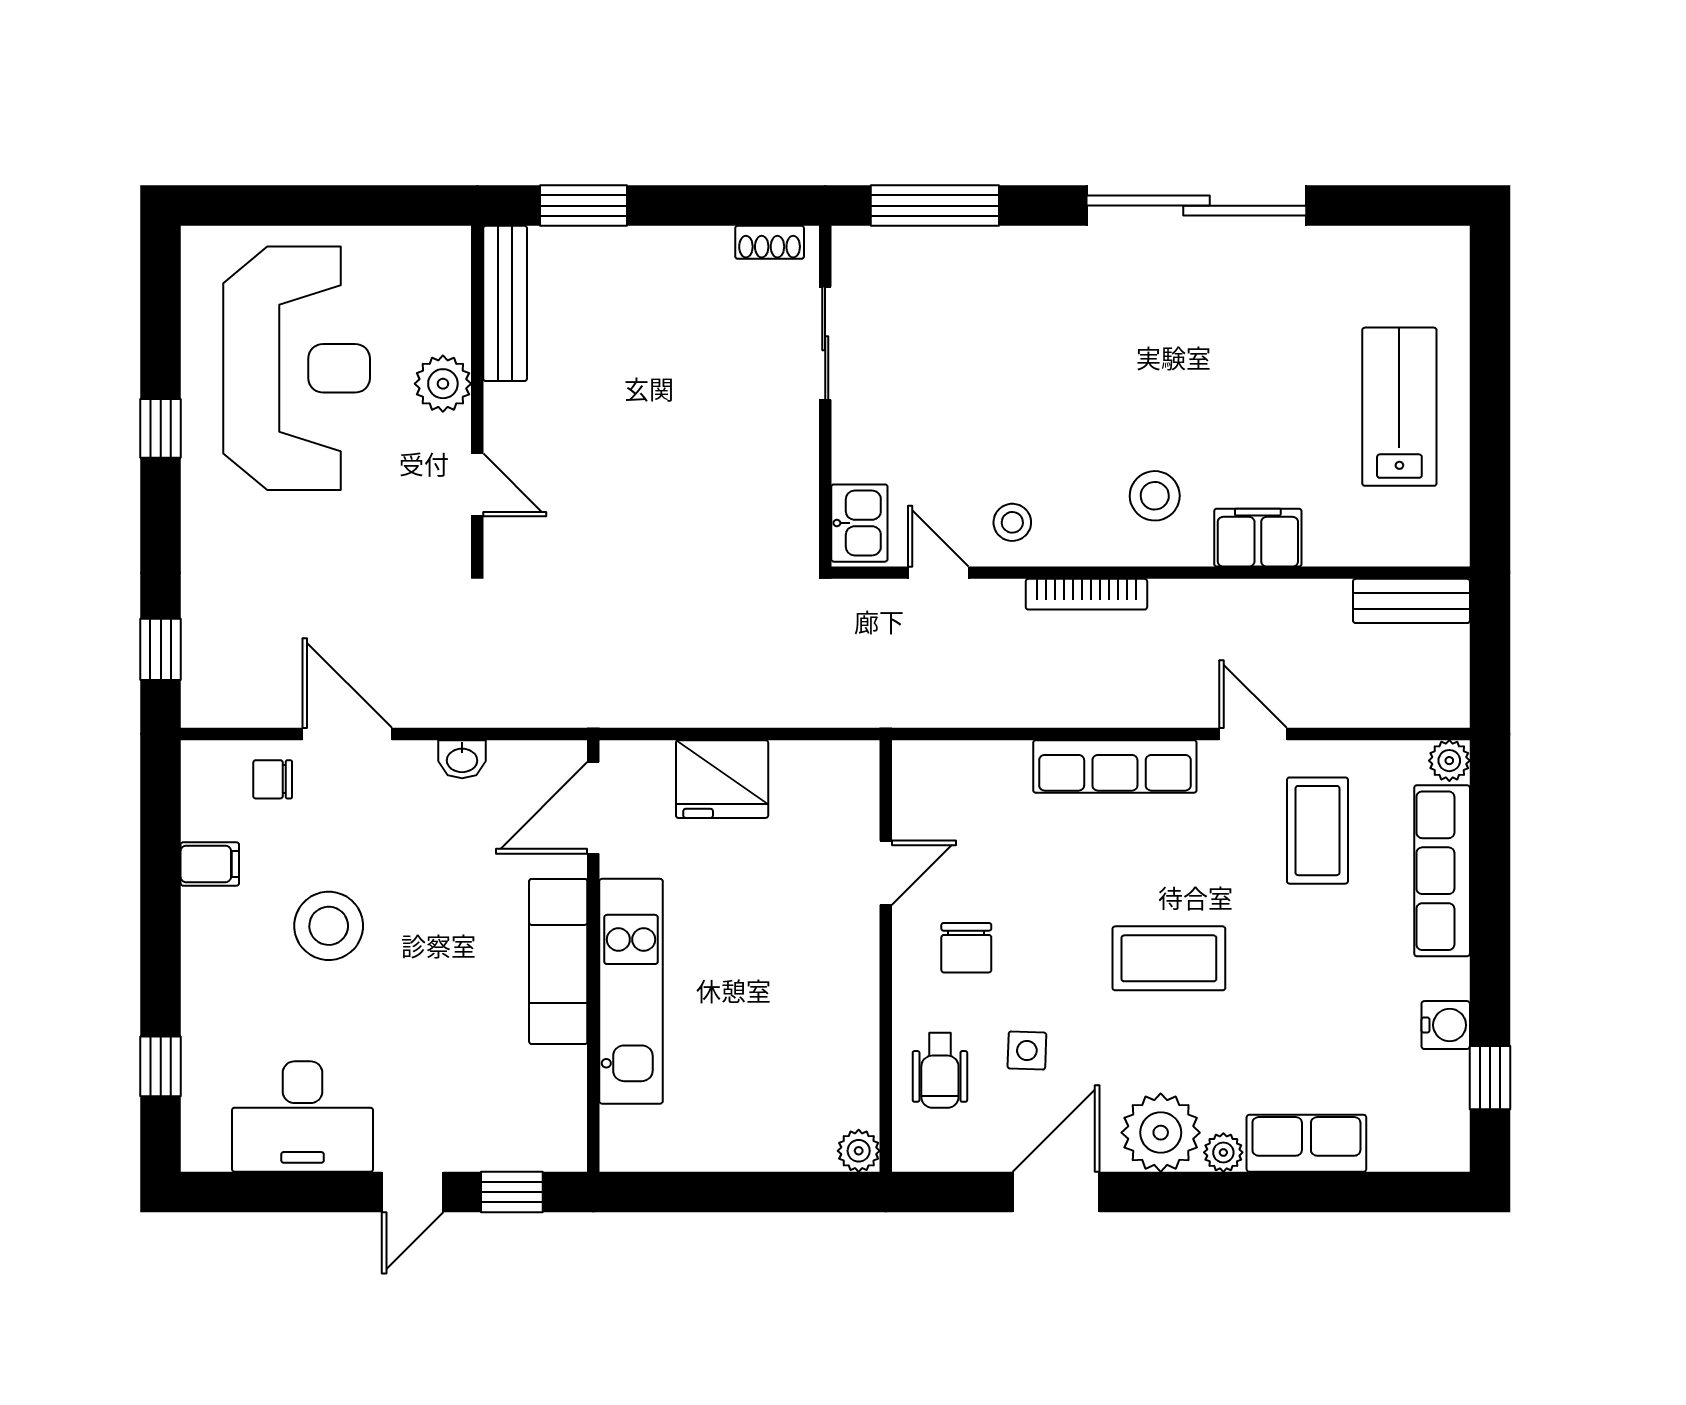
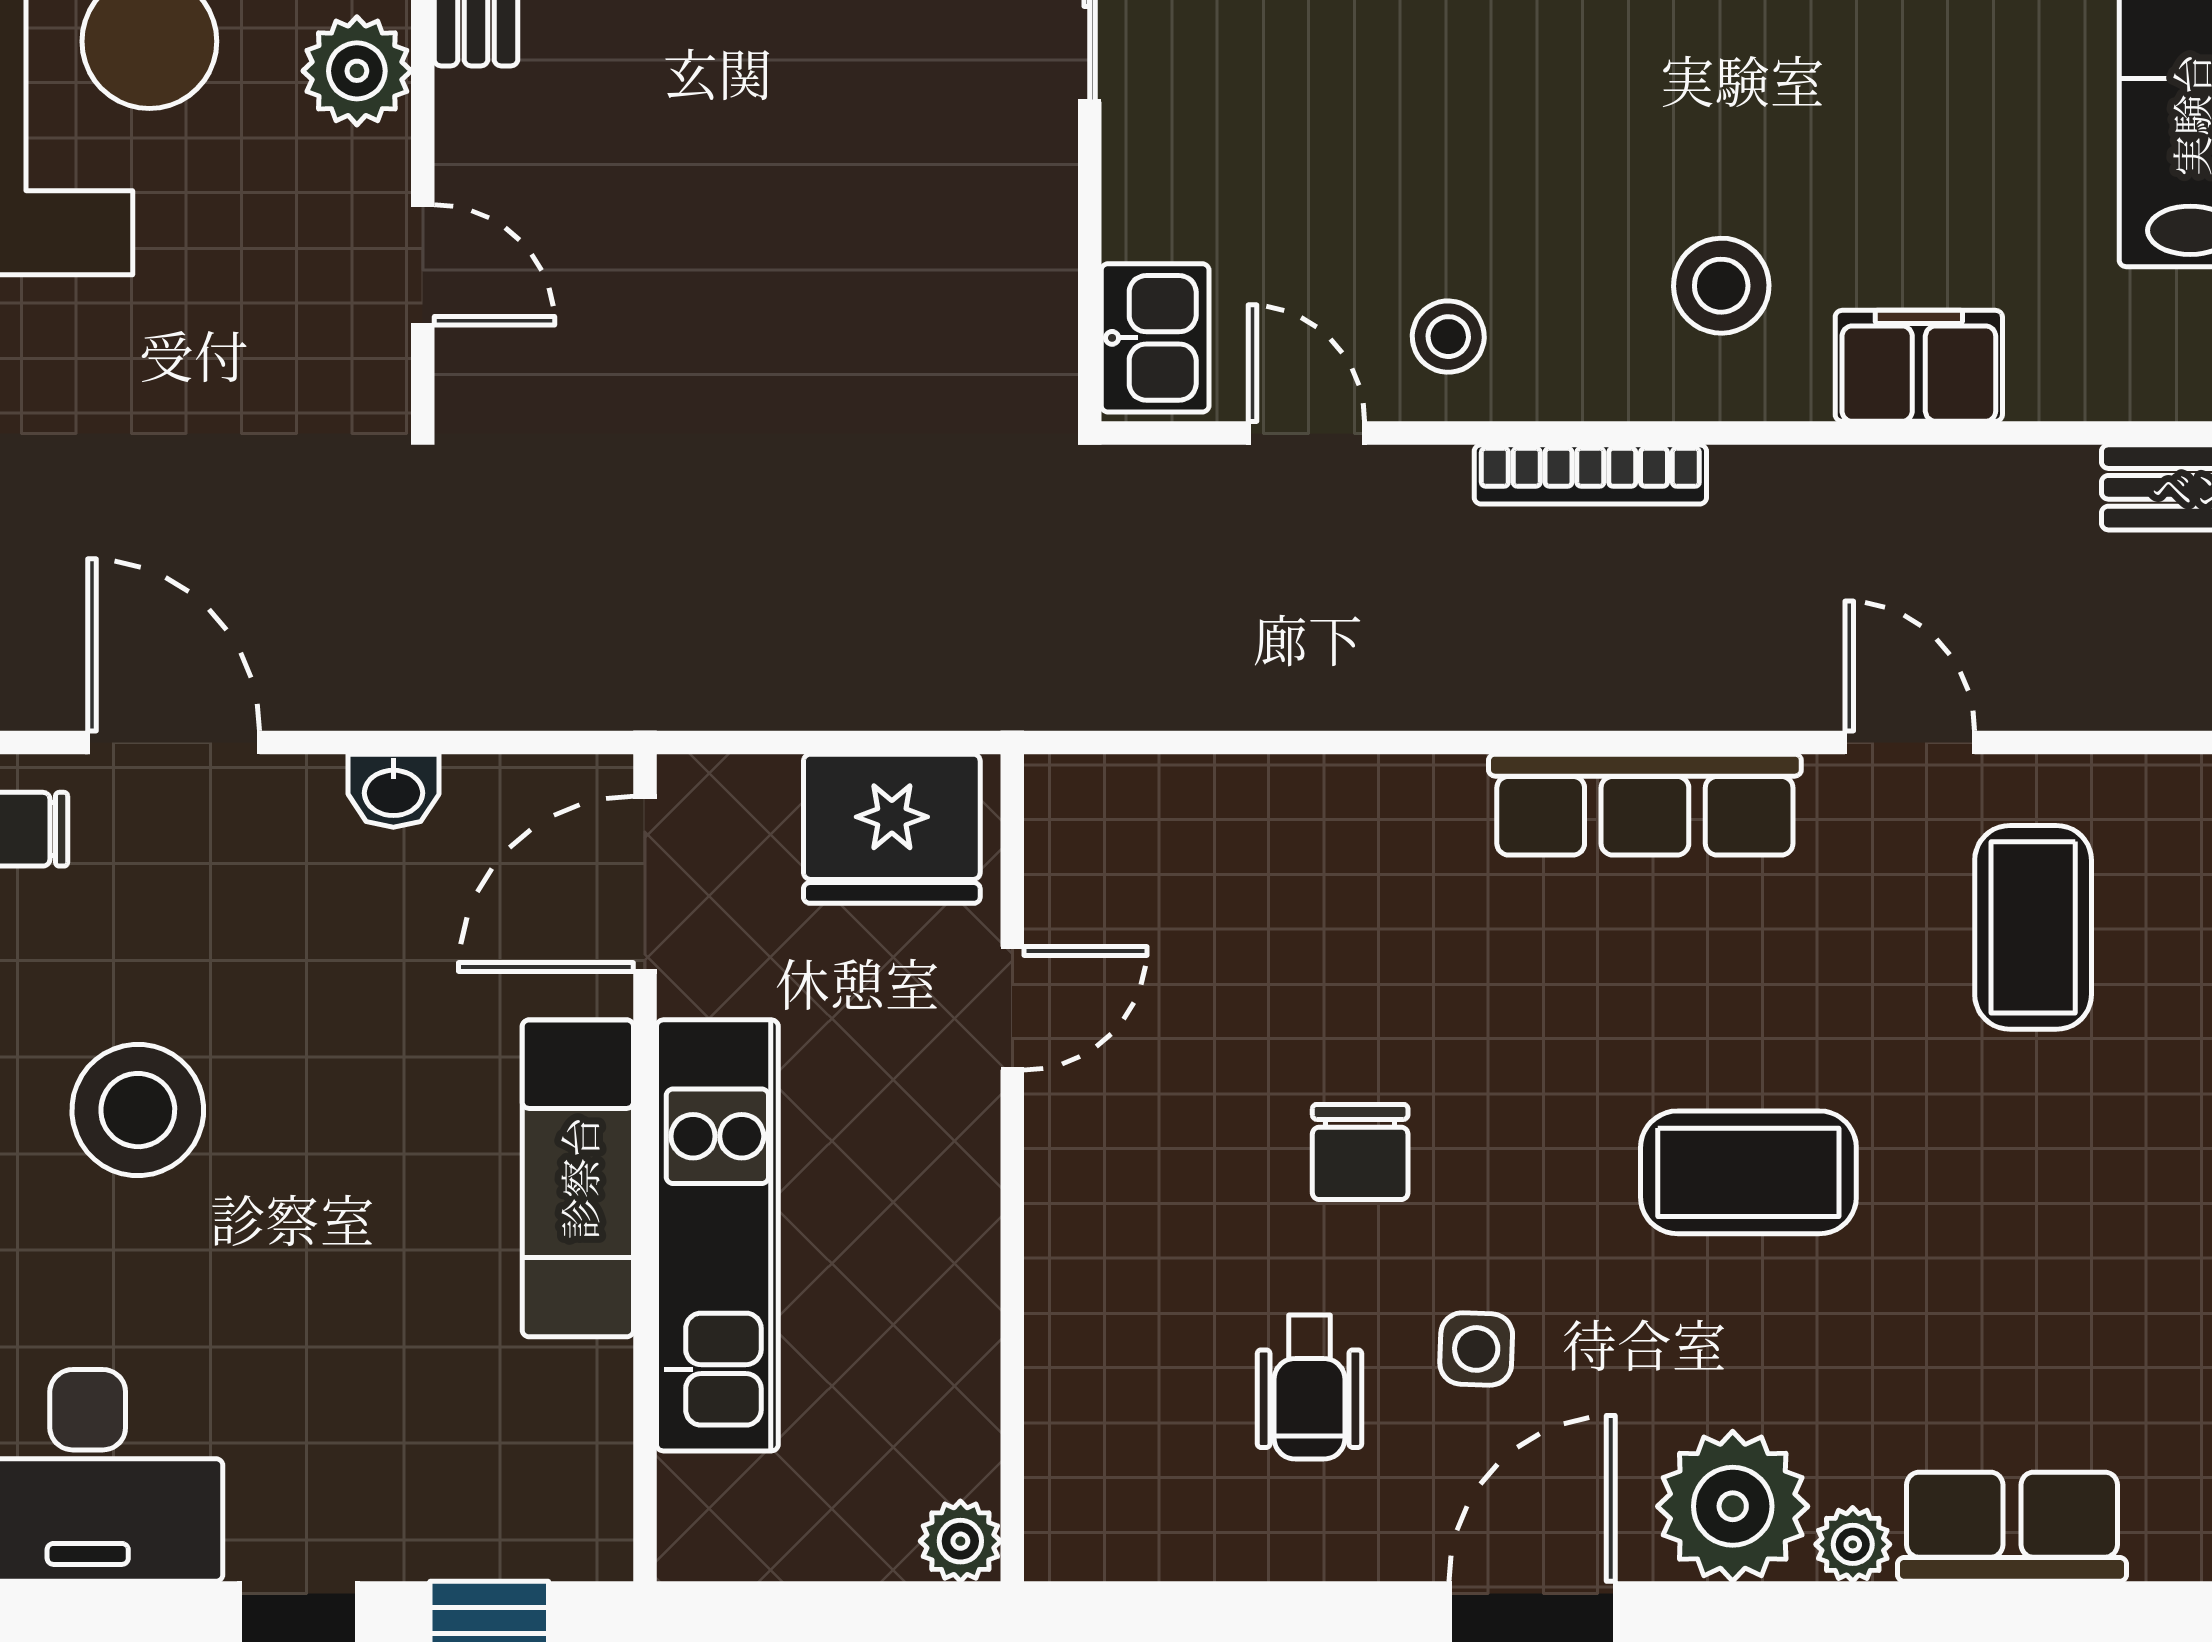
door: (886, 873) -> (1012, 1008), moved
wall: (886, 956) -> (1012, 1168), moved
plant: (859, 1151) -> (960, 1541), moved

